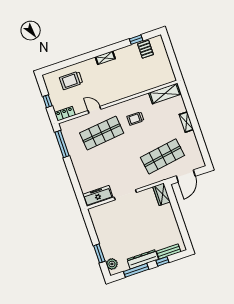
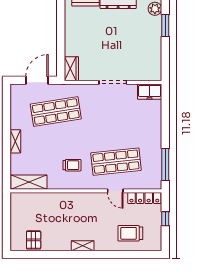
window: (136, 40) -> (41, 254), removed
trolley: (71, 80) -> (130, 233), turned 180
locker: (65, 114) -> (144, 198), width x1.53
freezer: (98, 196) -> (150, 92), width x0.71

